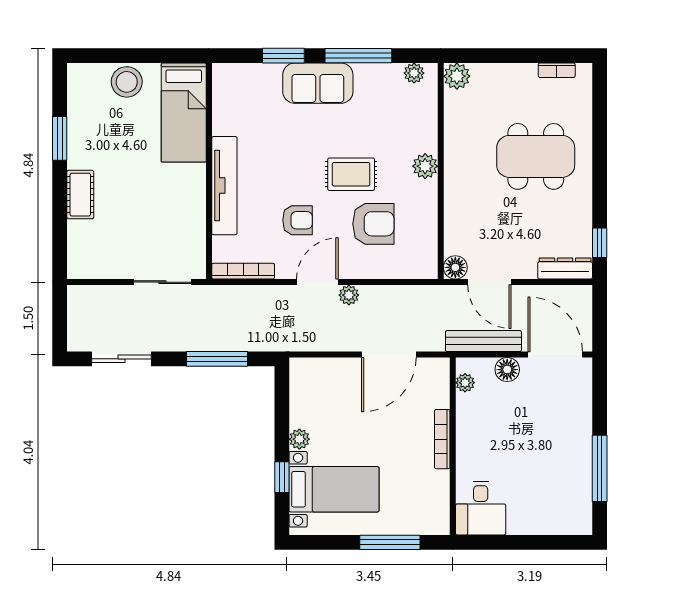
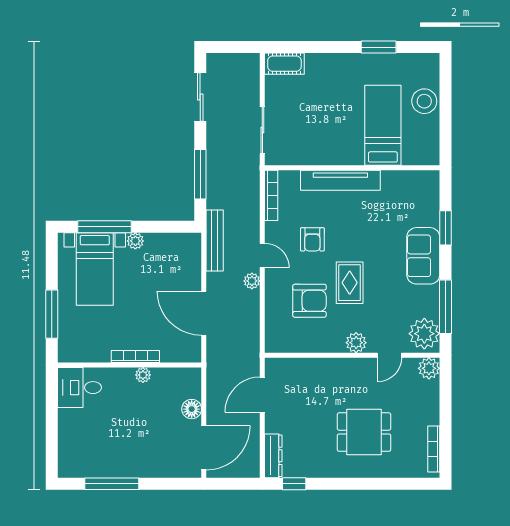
window: (358, 56) -> (446, 307), moved
bookcase: (557, 70) -> (434, 449), width x1.56
plant: (414, 73) -> (424, 334), width x1.88, depth x1.88
bed: (184, 112) -> (383, 125), moved, turned 90
door: (441, 125) -> (389, 355), added
dining table: (536, 156) -> (364, 432), width x0.73
cot: (80, 195) -> (284, 64), moved
armchair: (373, 224) -> (309, 301), turned -90
floor lamp: (455, 267) -> (274, 367), removed
door: (317, 282) -> (262, 255), width x0.73
bench: (483, 341) -> (215, 241), moved
plant: (465, 383) -> (143, 375), moved
window: (282, 477) -> (105, 227), width x2.17

